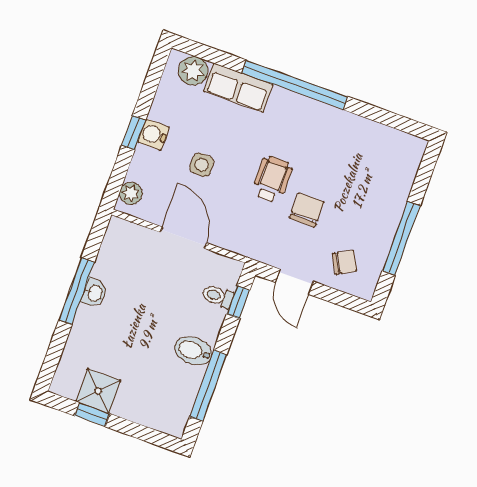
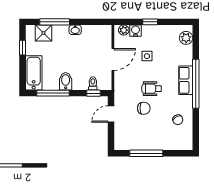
row of seats: (238, 88) -> (186, 80), moved
water cooler: (153, 135) -> (136, 31), moved
wheelchair: (272, 179) -> (152, 89), turned 180
chair: (344, 262) -> (178, 120), moved
window: (77, 291) -> (55, 22), moved
shower: (98, 391) -> (43, 33), moved
bathtub: (152, 410) -> (34, 73), added

